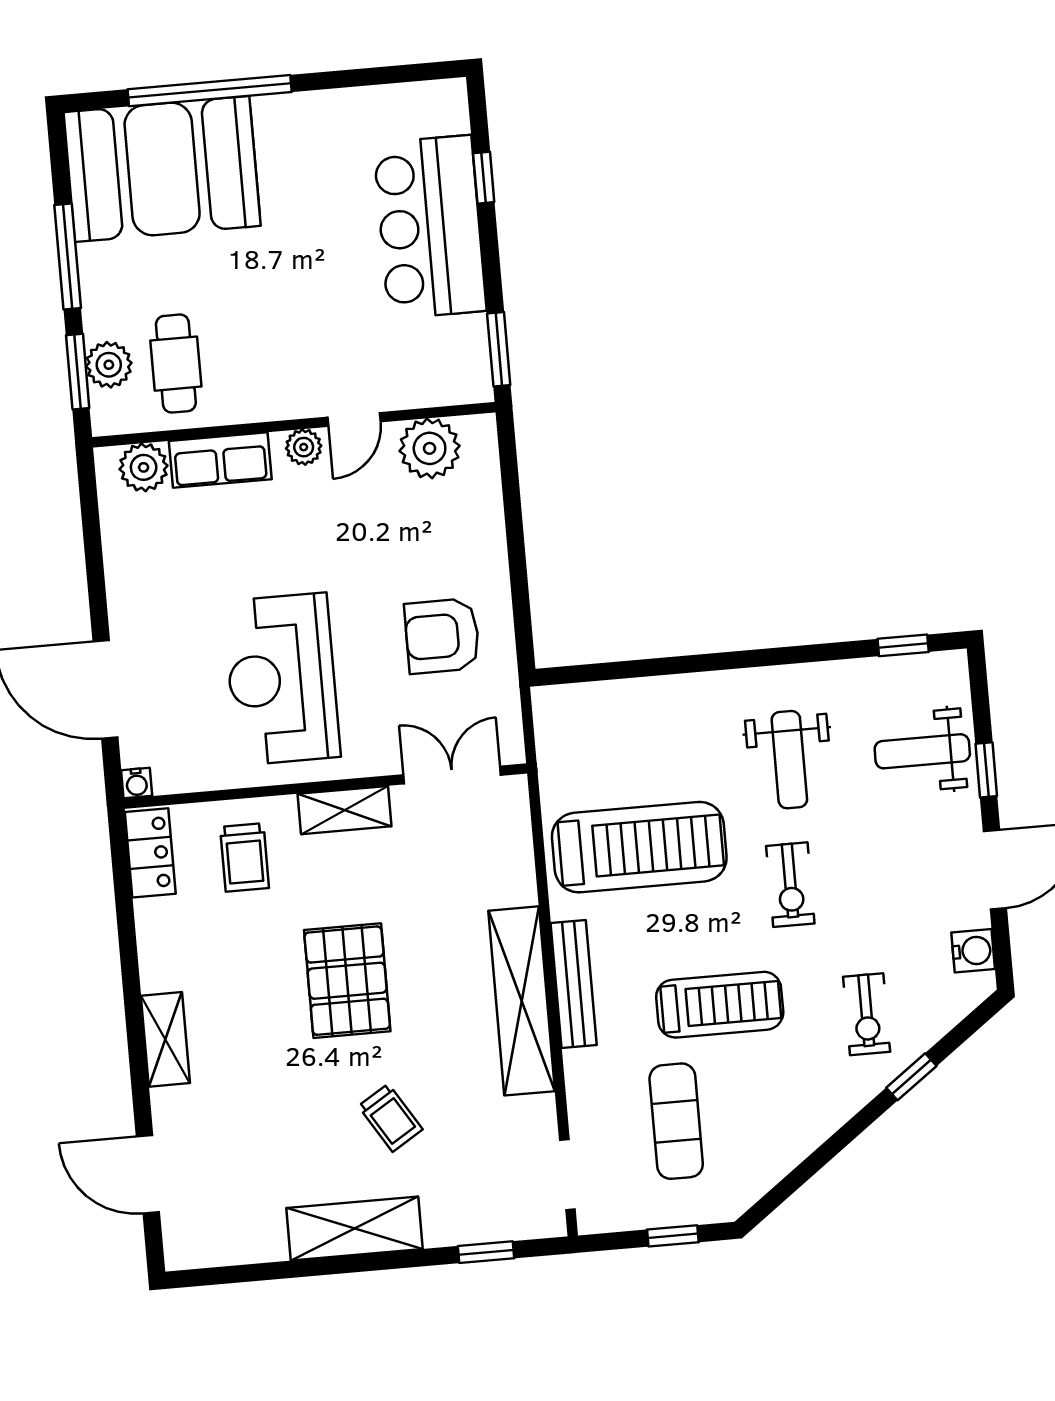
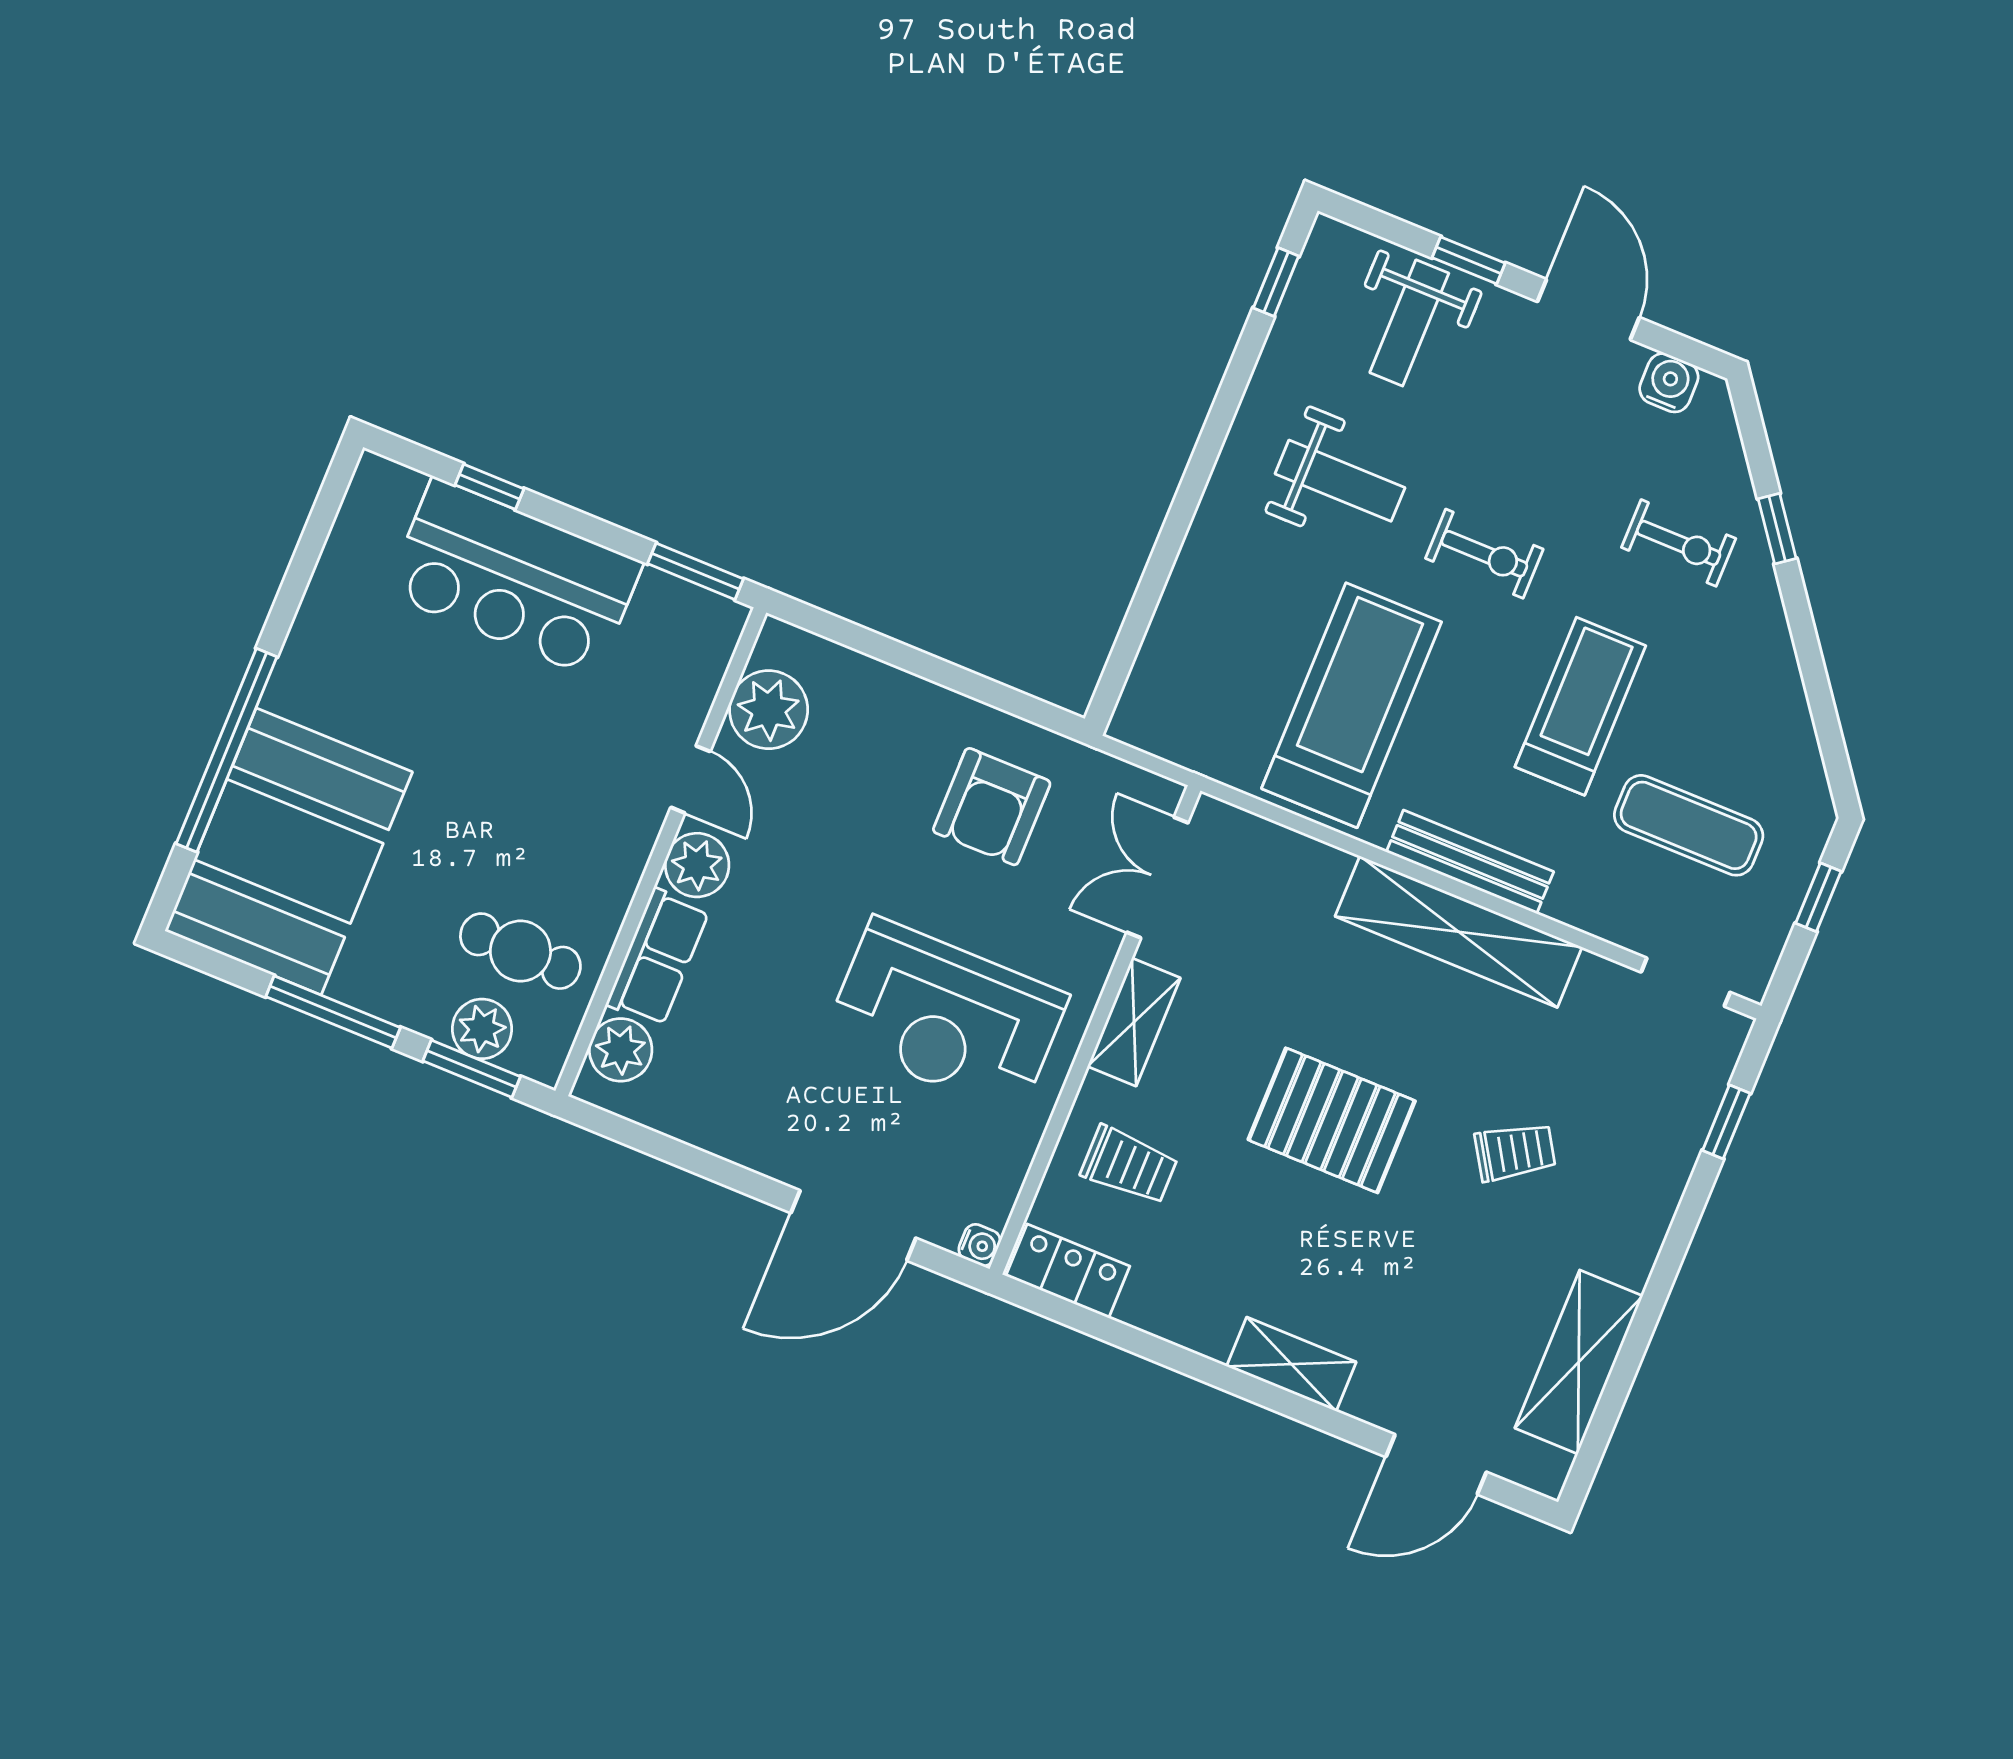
plant: (304, 447) -> (697, 865), width x1.38, depth x1.38
shelving: (354, 1228) -> (1579, 1362), moved

